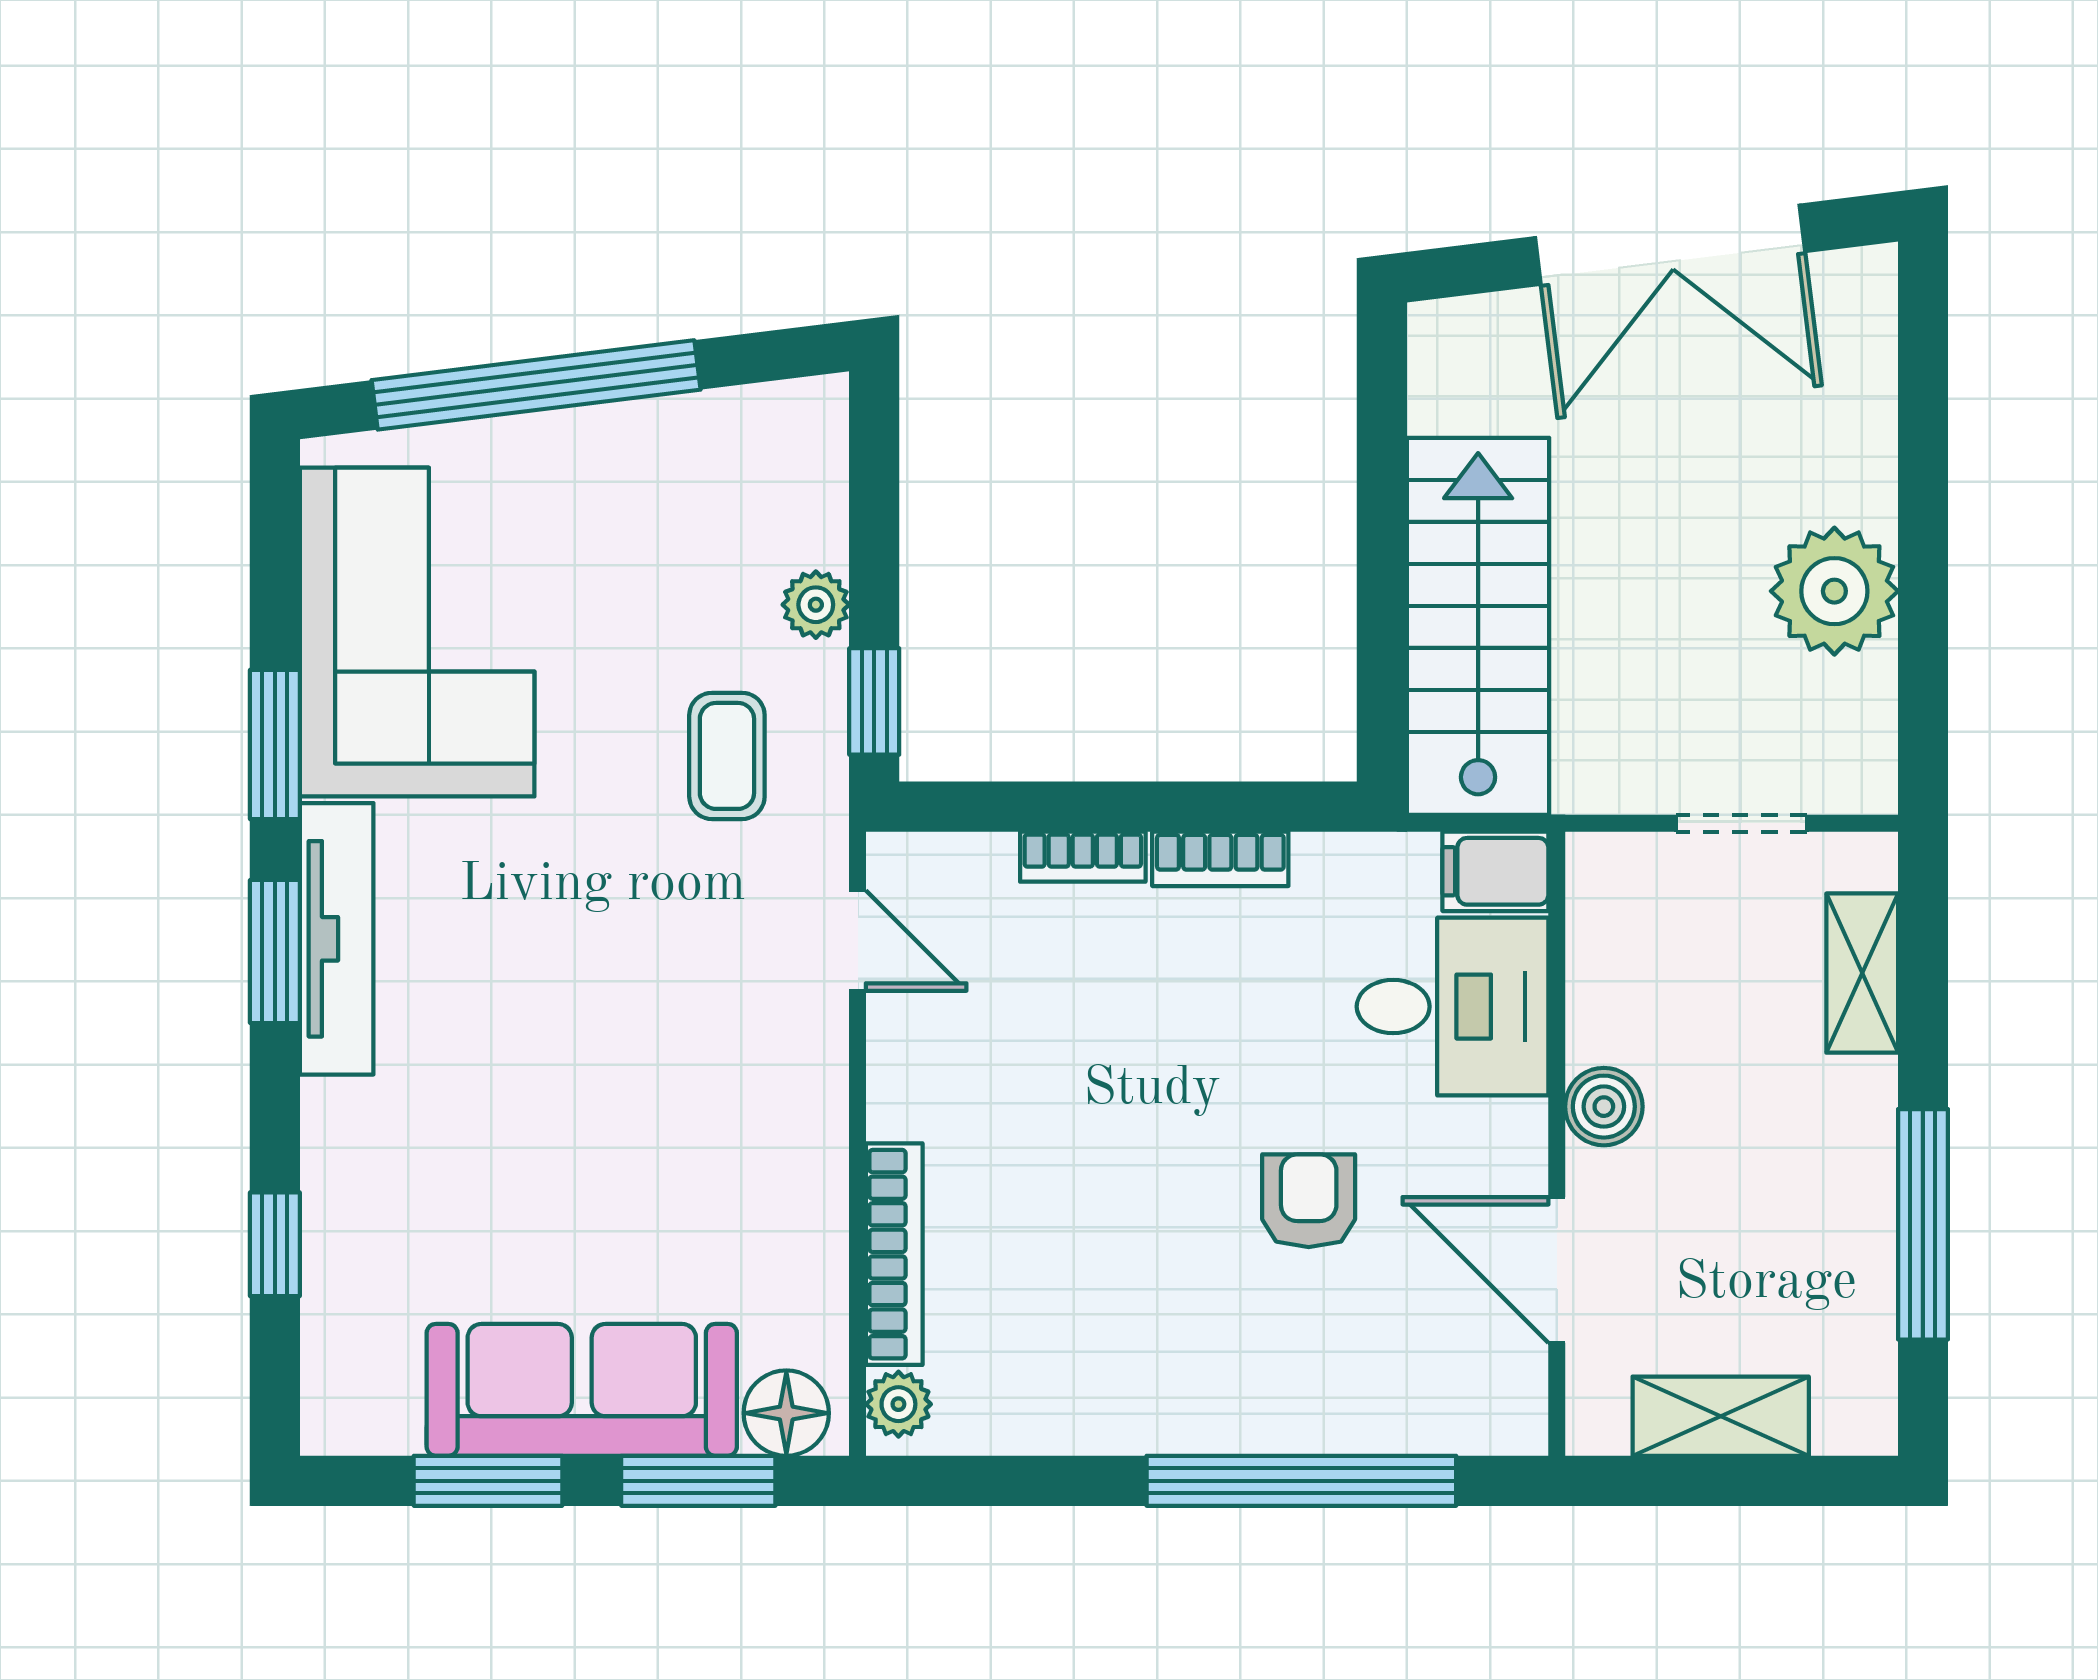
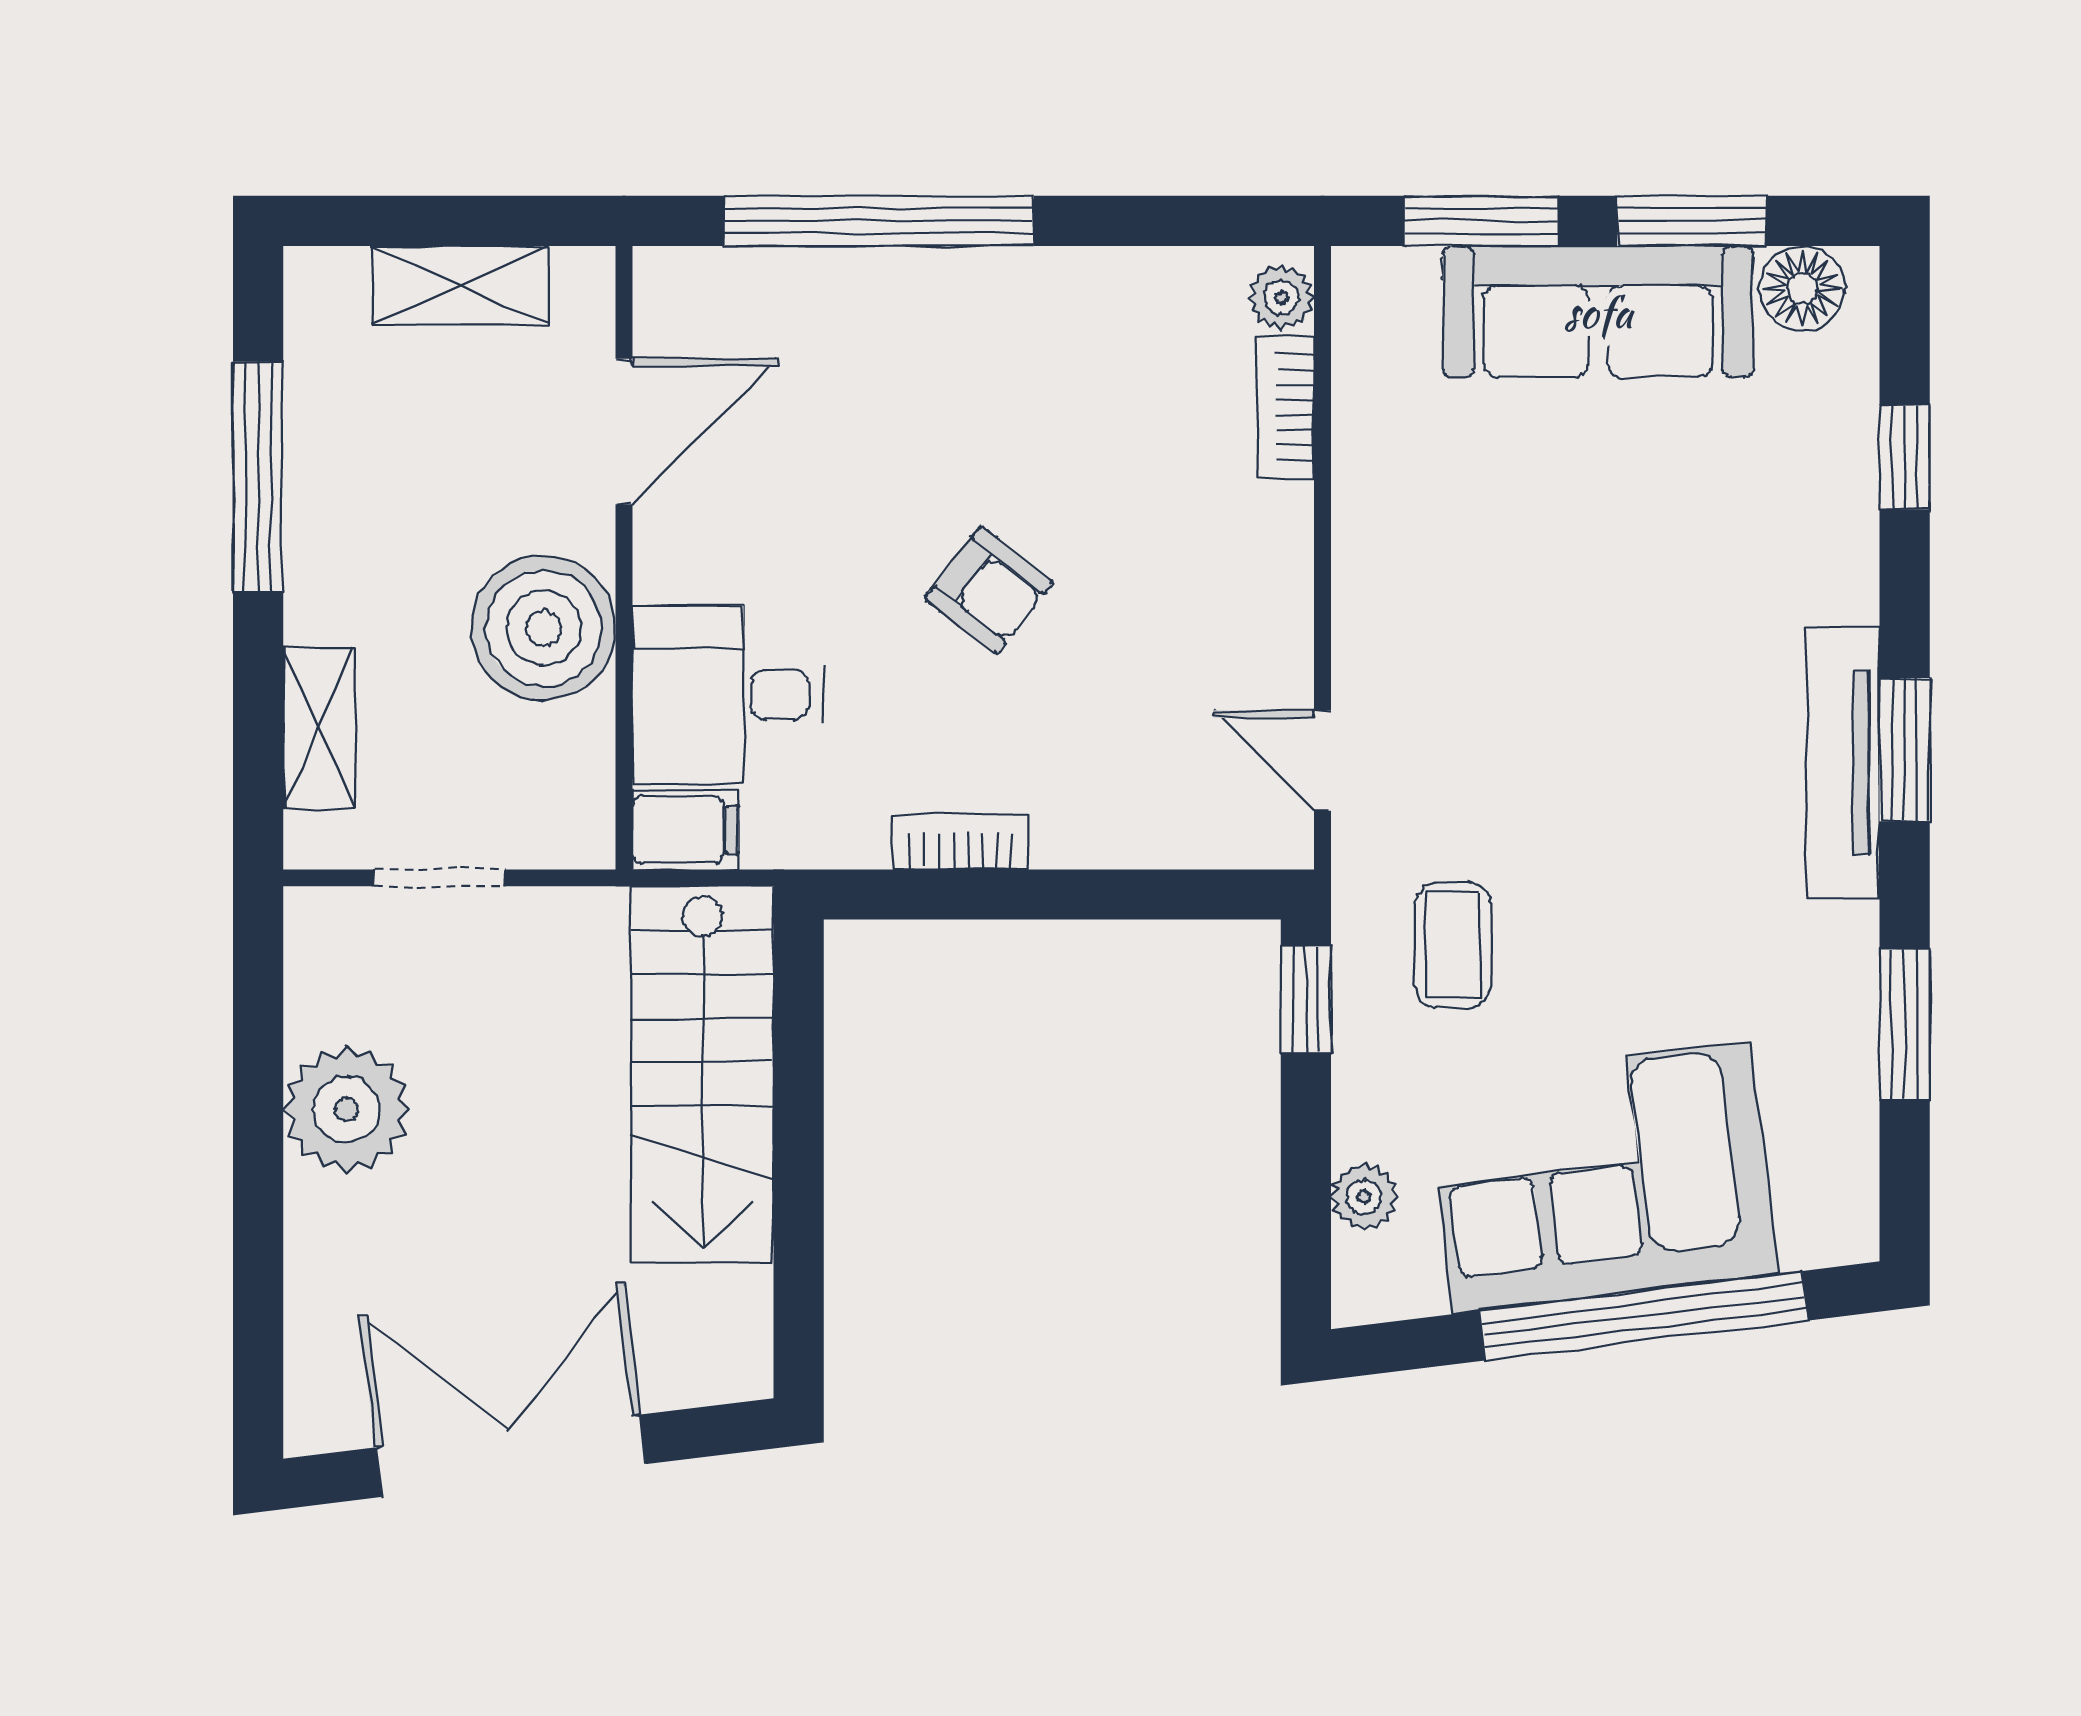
plant: (816, 605) -> (1364, 1197), moved
corner sofa: (417, 632) -> (1602, 1178), moved, turned 83
window: (275, 744) -> (1905, 1024), moved
bookcase: (1083, 857) -> (1097, 844), removed
boiler: (1604, 1107) -> (543, 628), width x1.86, depth x1.86
armchair: (1309, 1201) -> (989, 590), moved, turned -52
bookcase: (894, 1254) -> (1286, 407), width x0.64
door: (1557, 1270) -> (624, 431), hinge flipped
floor lamp: (786, 1413) -> (1802, 288), moved

